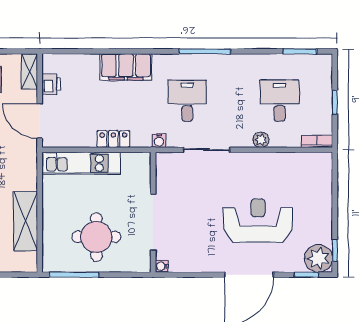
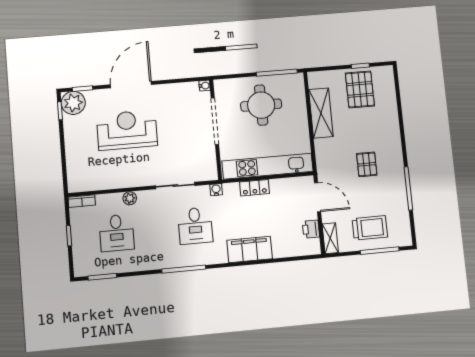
kitchen unit: (81, 163) -> (268, 166), width x1.36
reception desk: (258, 221) -> (127, 130), turned 180

